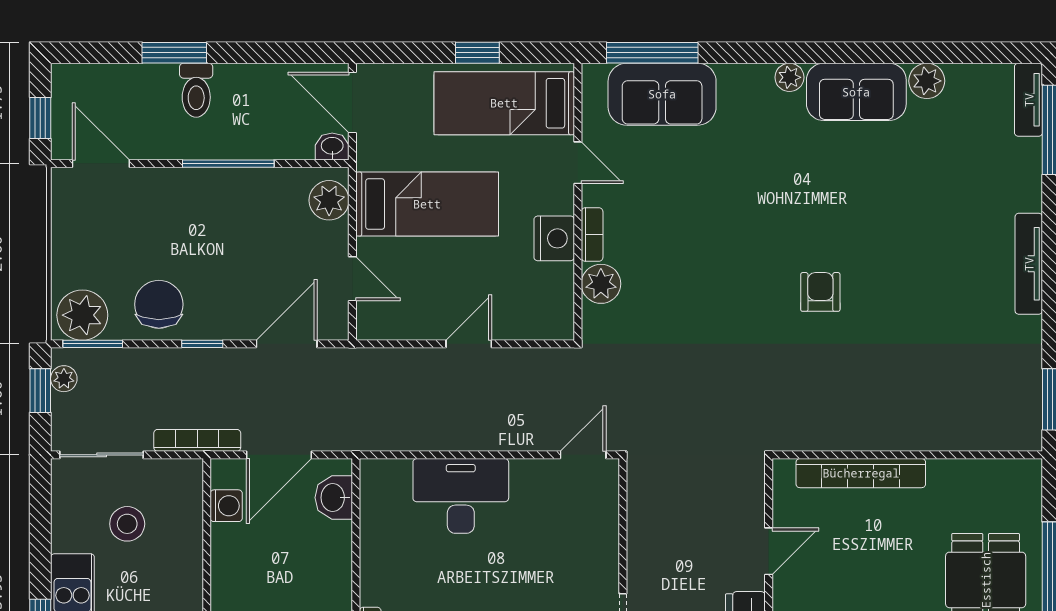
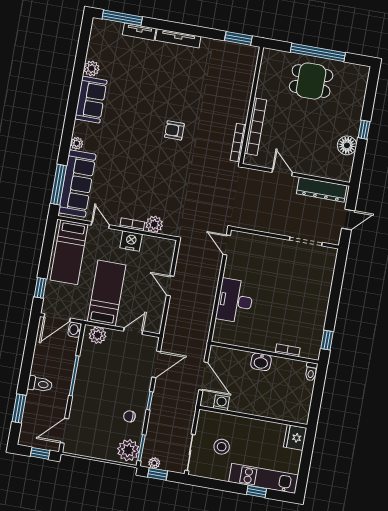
window: (174, 53) -> (19, 408), moved
window: (477, 53) -> (40, 288), moved
plant: (789, 77) -> (77, 143), moved
sofa: (662, 94) -> (77, 184), width x1.36
tv unit: (1029, 100) -> (139, 32), moved
door: (578, 163) -> (100, 225), hinge flipped
chair: (159, 304) -> (129, 416), width x0.54, depth x0.54
door: (287, 344) -> (156, 364), swing flipped
bookcase: (197, 440) -> (238, 143), moved
washbasin: (334, 498) -> (261, 362), moved

